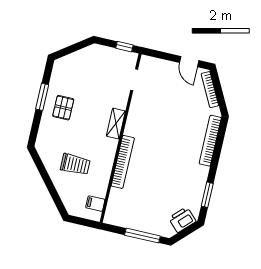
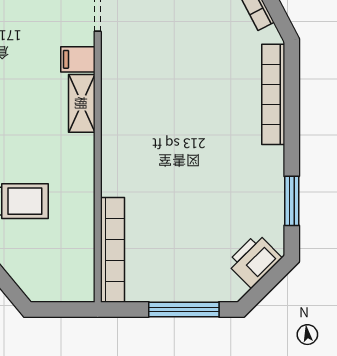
bookcase: (123, 162) -> (112, 250), moved
filing cabinet: (95, 204) -> (78, 59), moved

